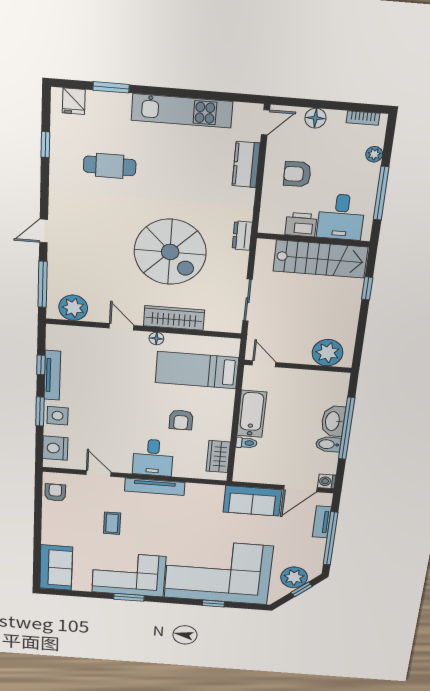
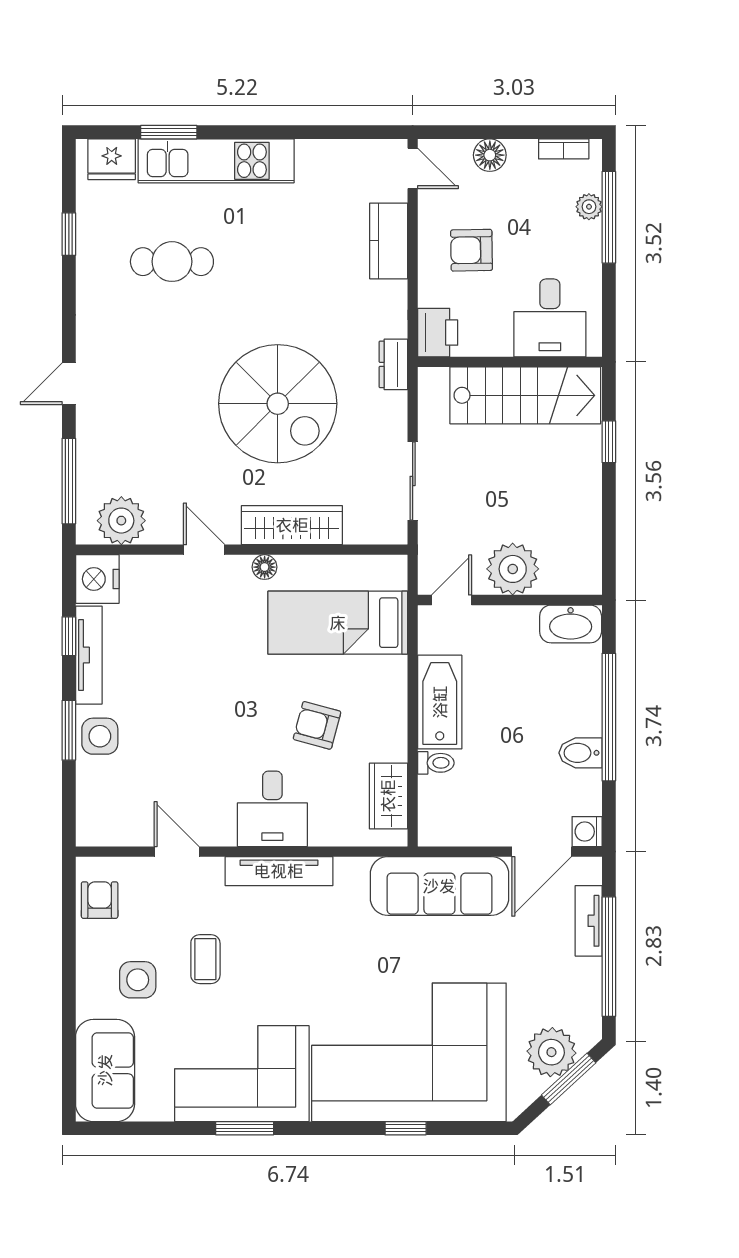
fridge: (74, 101) -> (112, 159), width x1.38
kitchen unit: (182, 111) -> (216, 161), moved
door: (265, 122) -> (413, 168), hinge flipped
window: (381, 193) -> (609, 217), moved
printer: (301, 225) -> (438, 333), moved, turned 90
plant: (328, 353) -> (513, 569), moved
door: (264, 364) -> (452, 600), hinge flipped
armchair: (181, 420) -> (317, 725), turned 105
washbasin: (333, 421) -> (571, 624), moved, turned -90
nightstand: (55, 448) -> (97, 579), moved
sofa: (252, 501) -> (439, 886), width x1.36
side table: (75, 530) -> (138, 980), added
window: (302, 589) -> (569, 1079), width x1.50

